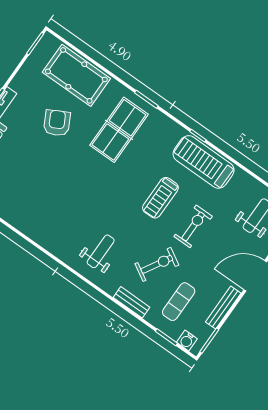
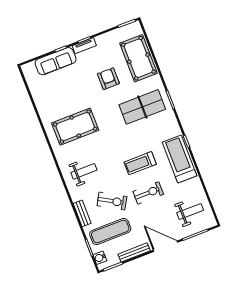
armchair: (57, 123) -> (108, 79), turned -62
pool table: (55, 205) -> (75, 127), added
exercise mat: (179, 302) -> (110, 232), width x1.36, depth x1.45

